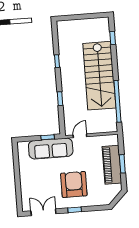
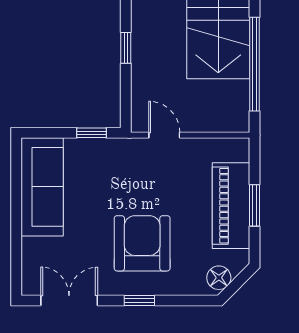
door: (80, 136) -> (164, 135), hinge flipped
sofa: (51, 148) -> (42, 187), moved, turned -90
floor lamp: (109, 197) -> (219, 278), added

